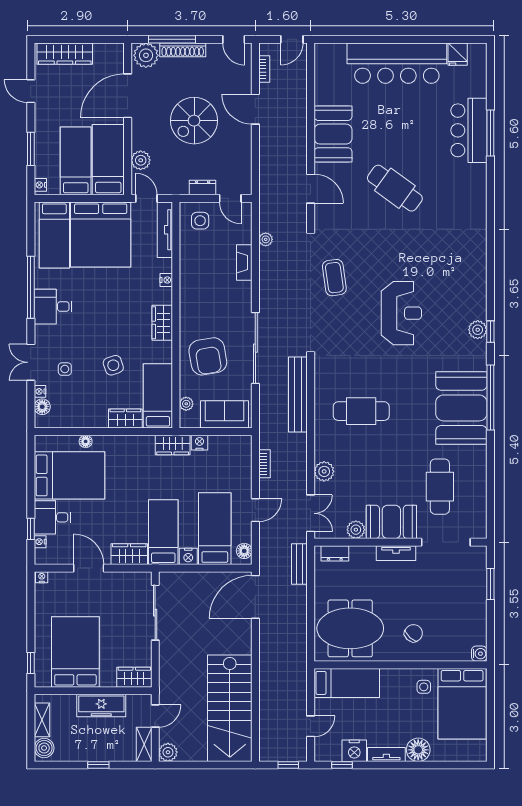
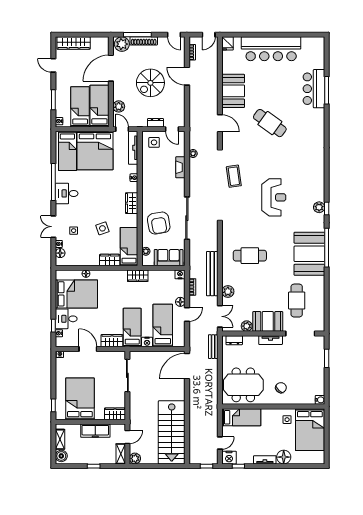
fridge: (458, 54) -> (228, 43), moved
bench: (298, 395) -> (212, 274), moved
nightstand: (200, 443) -> (180, 274), moved
floor lamp: (244, 551) -> (180, 302), moved
nightstand: (354, 751) -> (229, 458), moved

